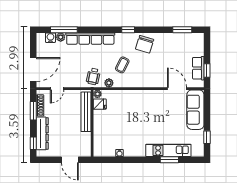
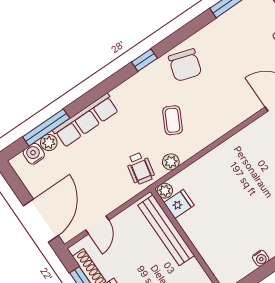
row of seats: (90, 39) -> (86, 120), width x0.73

